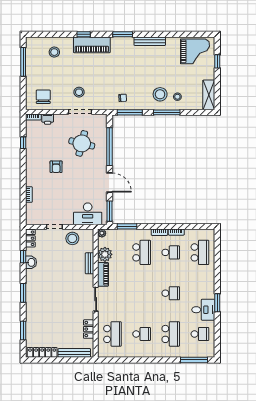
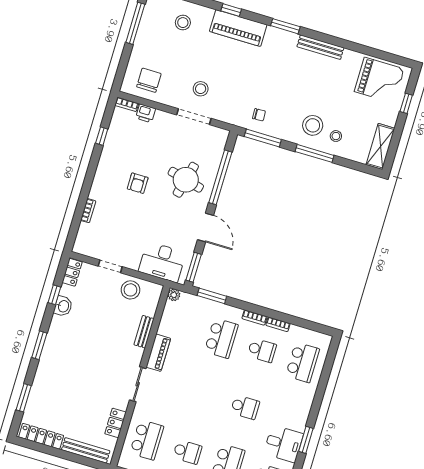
round table: (82, 143) -> (186, 180), moved
plant: (105, 254) -> (169, 326), removed

